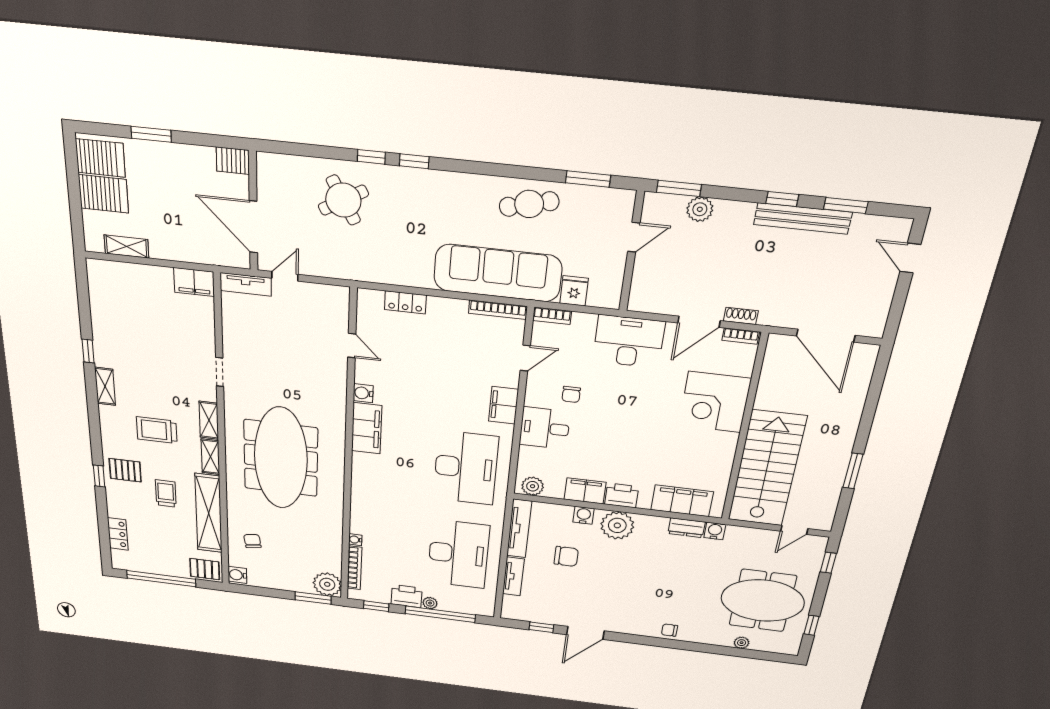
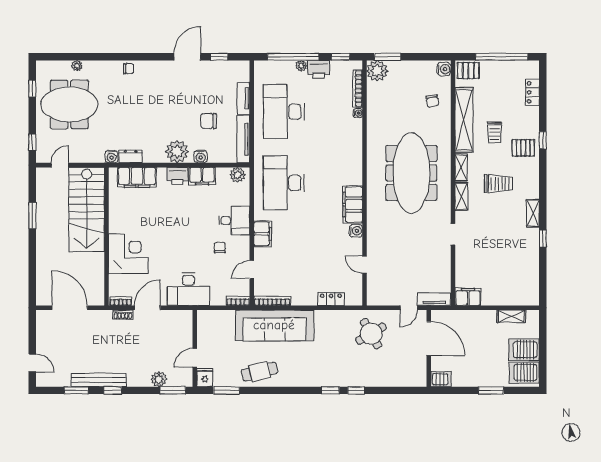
round table: (343, 200) -> (371, 334), moved
fridge: (574, 291) -> (205, 378), moved, turned 180

